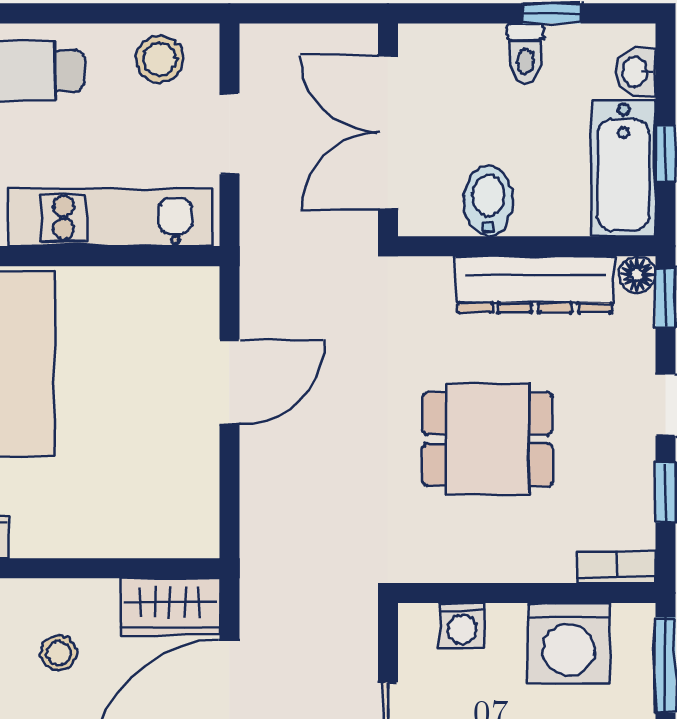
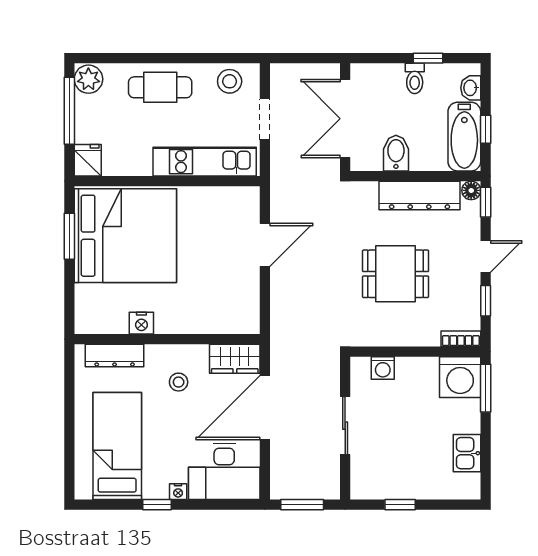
washing machine: (569, 643) -> (460, 377), moved

